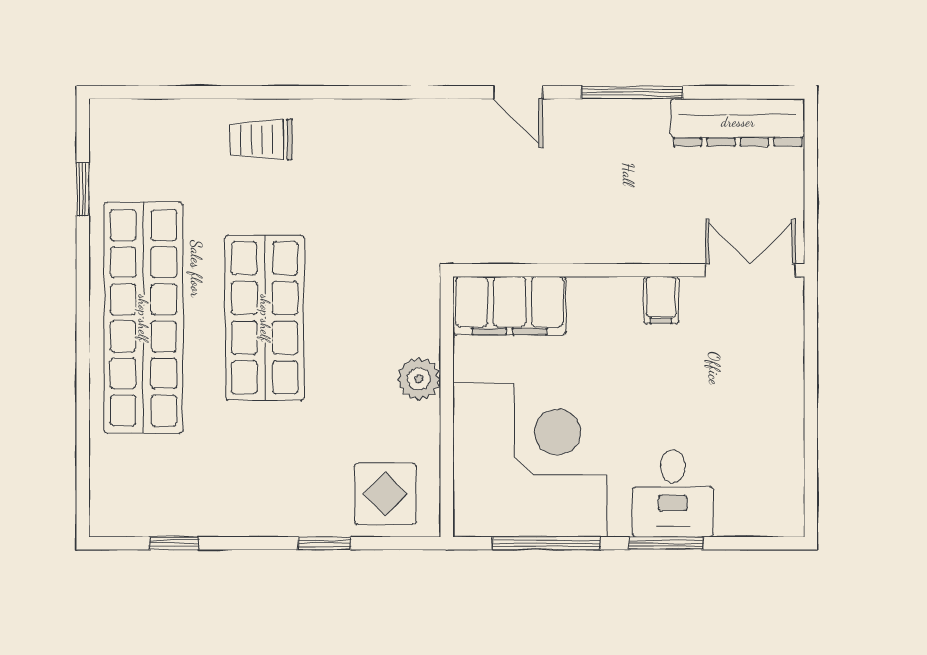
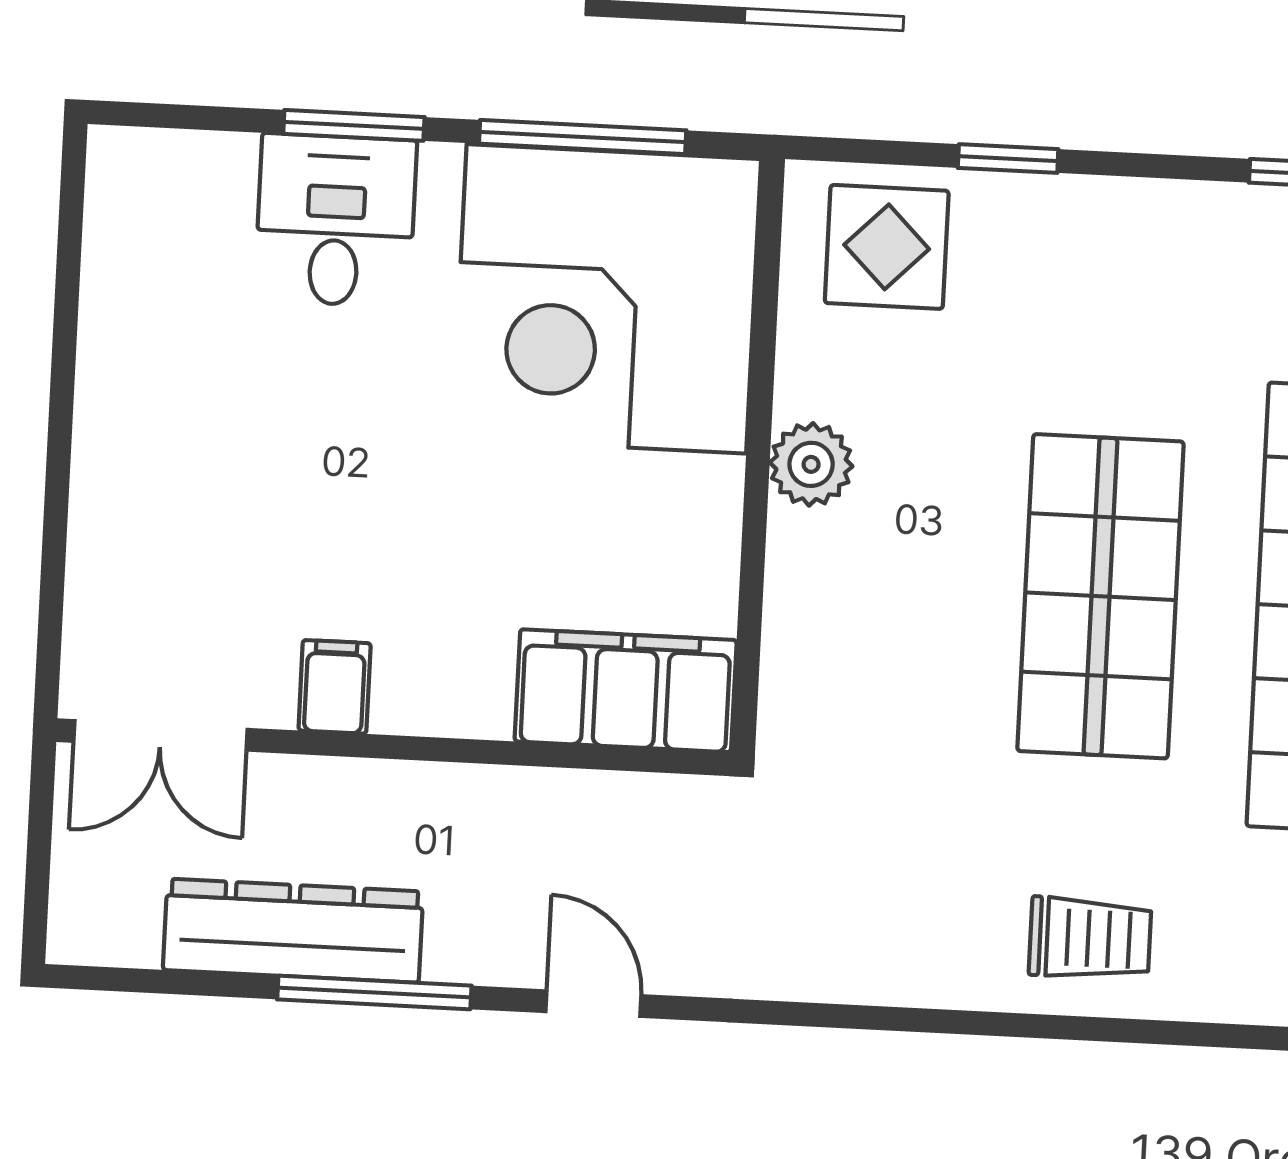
dresser: (738, 122) -> (293, 931), moved
wall: (629, 270) -> (394, 747), moved
double door: (750, 270) -> (160, 735), moved
filing cabinet: (661, 300) -> (335, 687), moved
filing cabinet: (509, 306) -> (626, 691), moved

